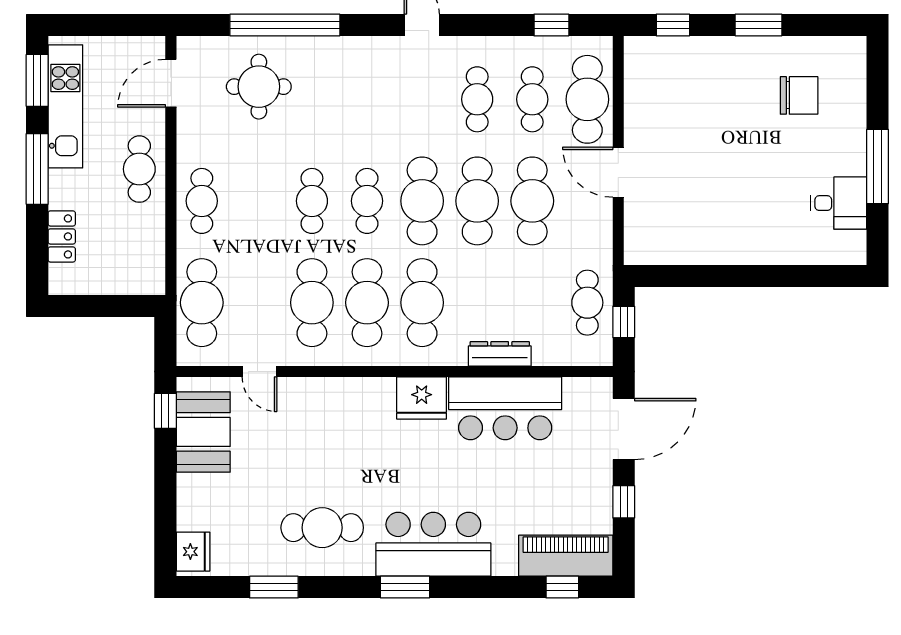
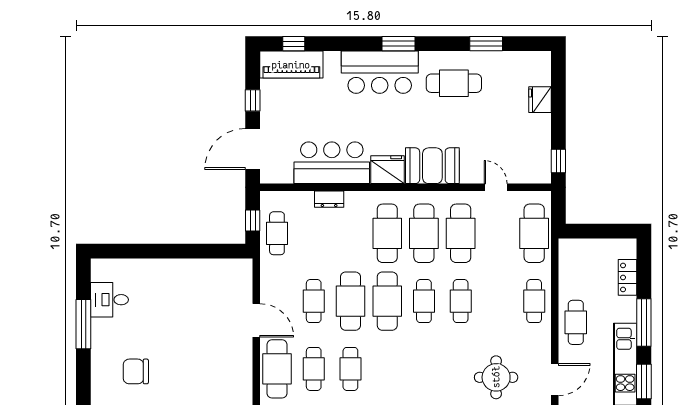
cafe table: (532, 201) -> (314, 301), width x0.73, depth x0.74
dresser: (500, 354) -> (329, 199), width x0.70
booth: (203, 432) -> (432, 166), moved, turned 90
fridge: (193, 552) -> (540, 100), moved

